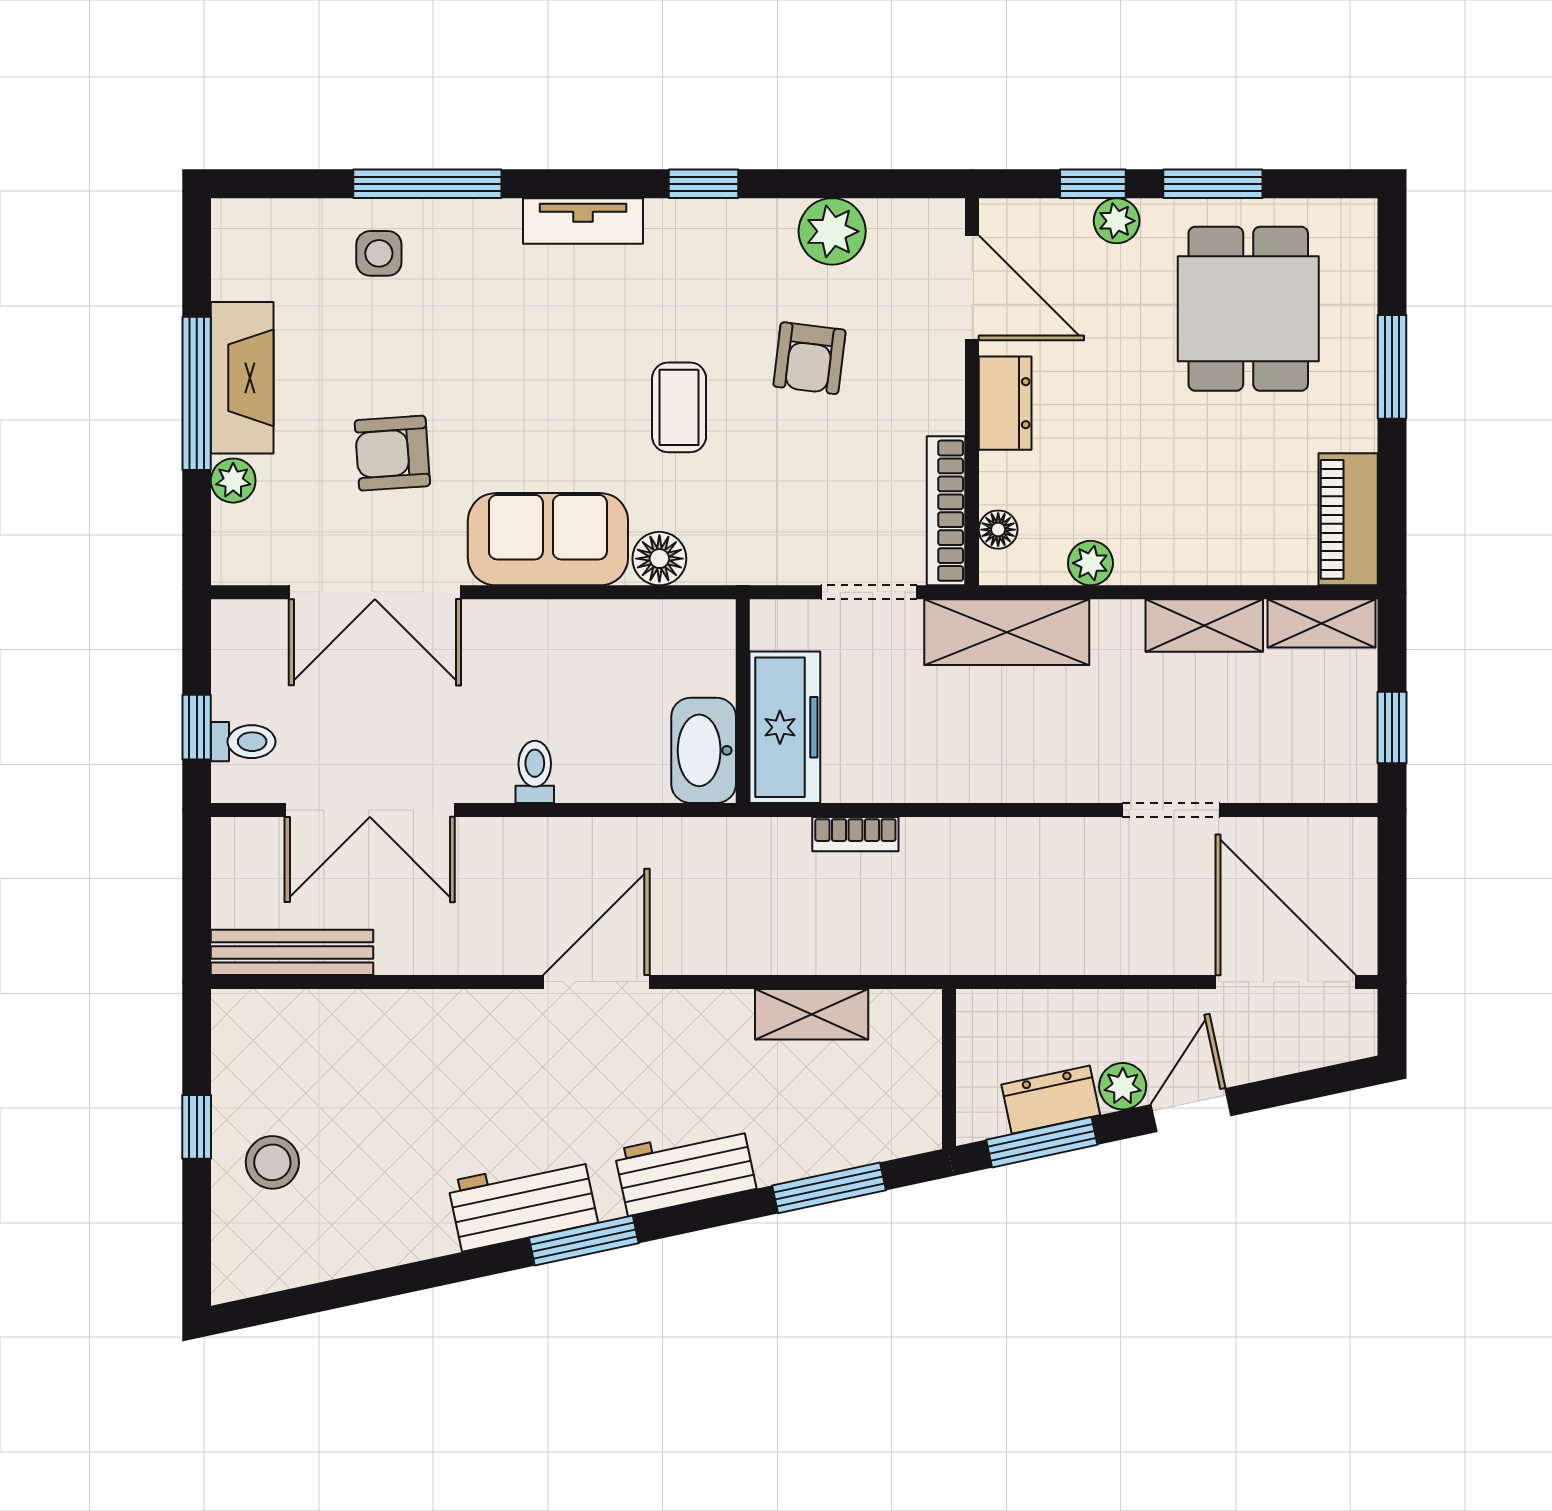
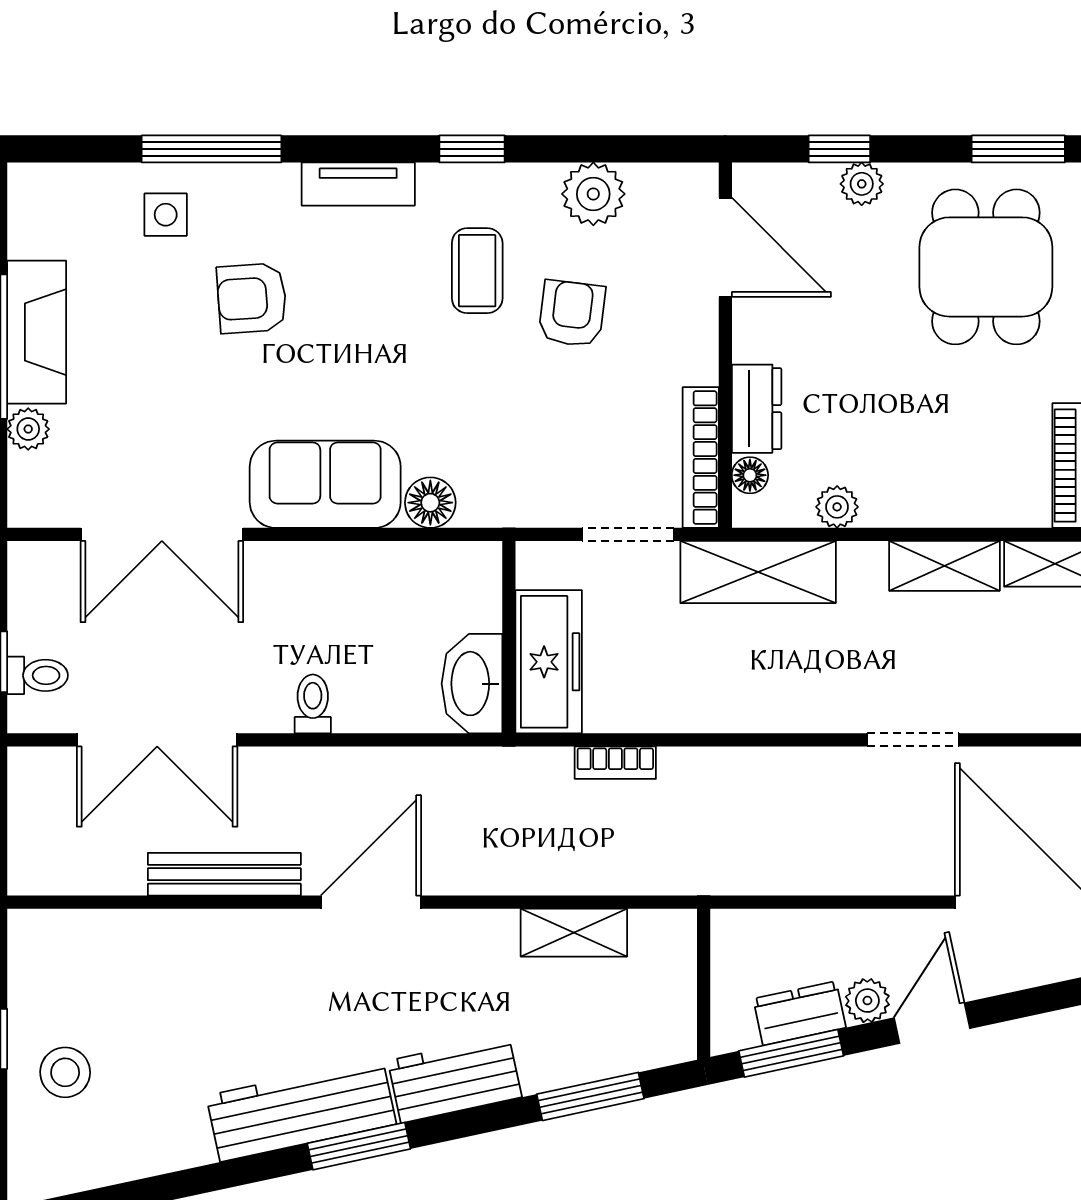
window: (1213, 184) -> (1018, 149), moved
armchair: (809, 358) -> (572, 314), turned 180
dresser: (1005, 403) -> (757, 409), moved
coffee table: (679, 407) -> (477, 271), moved
armchair: (392, 453) -> (252, 298), moved
bench: (292, 952) -> (224, 874), moved
workbench: (523, 1202) -> (301, 1110), width x1.37

